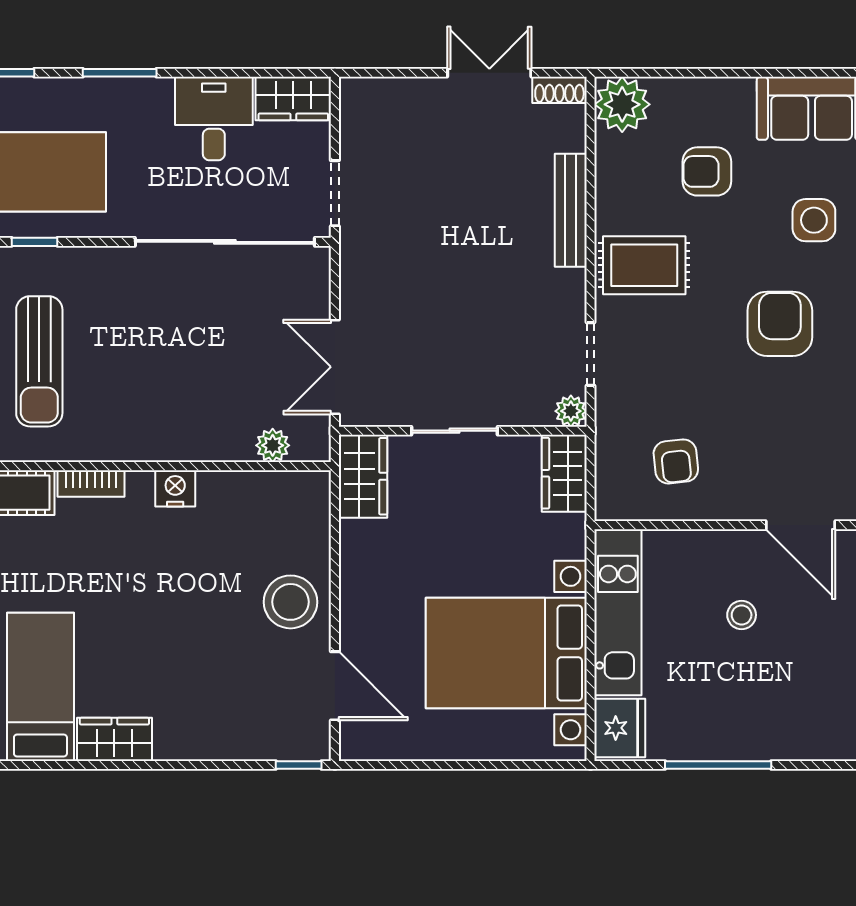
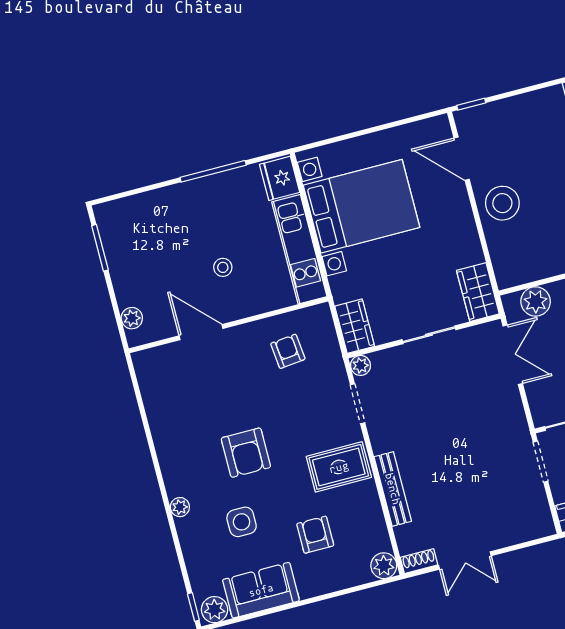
plant: (622, 104) -> (384, 566), width x0.73, depth x0.73
armchair: (707, 171) -> (315, 535), turned -90
plant: (273, 445) -> (536, 301), width x1.38, depth x1.38

